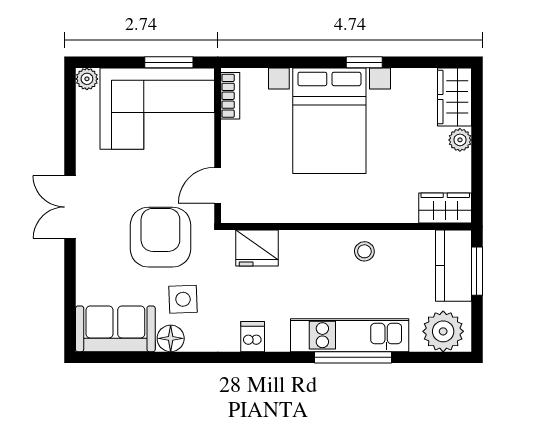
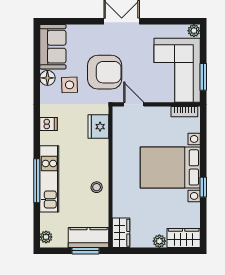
plant: (443, 331) -> (46, 237), width x0.53, depth x0.53

